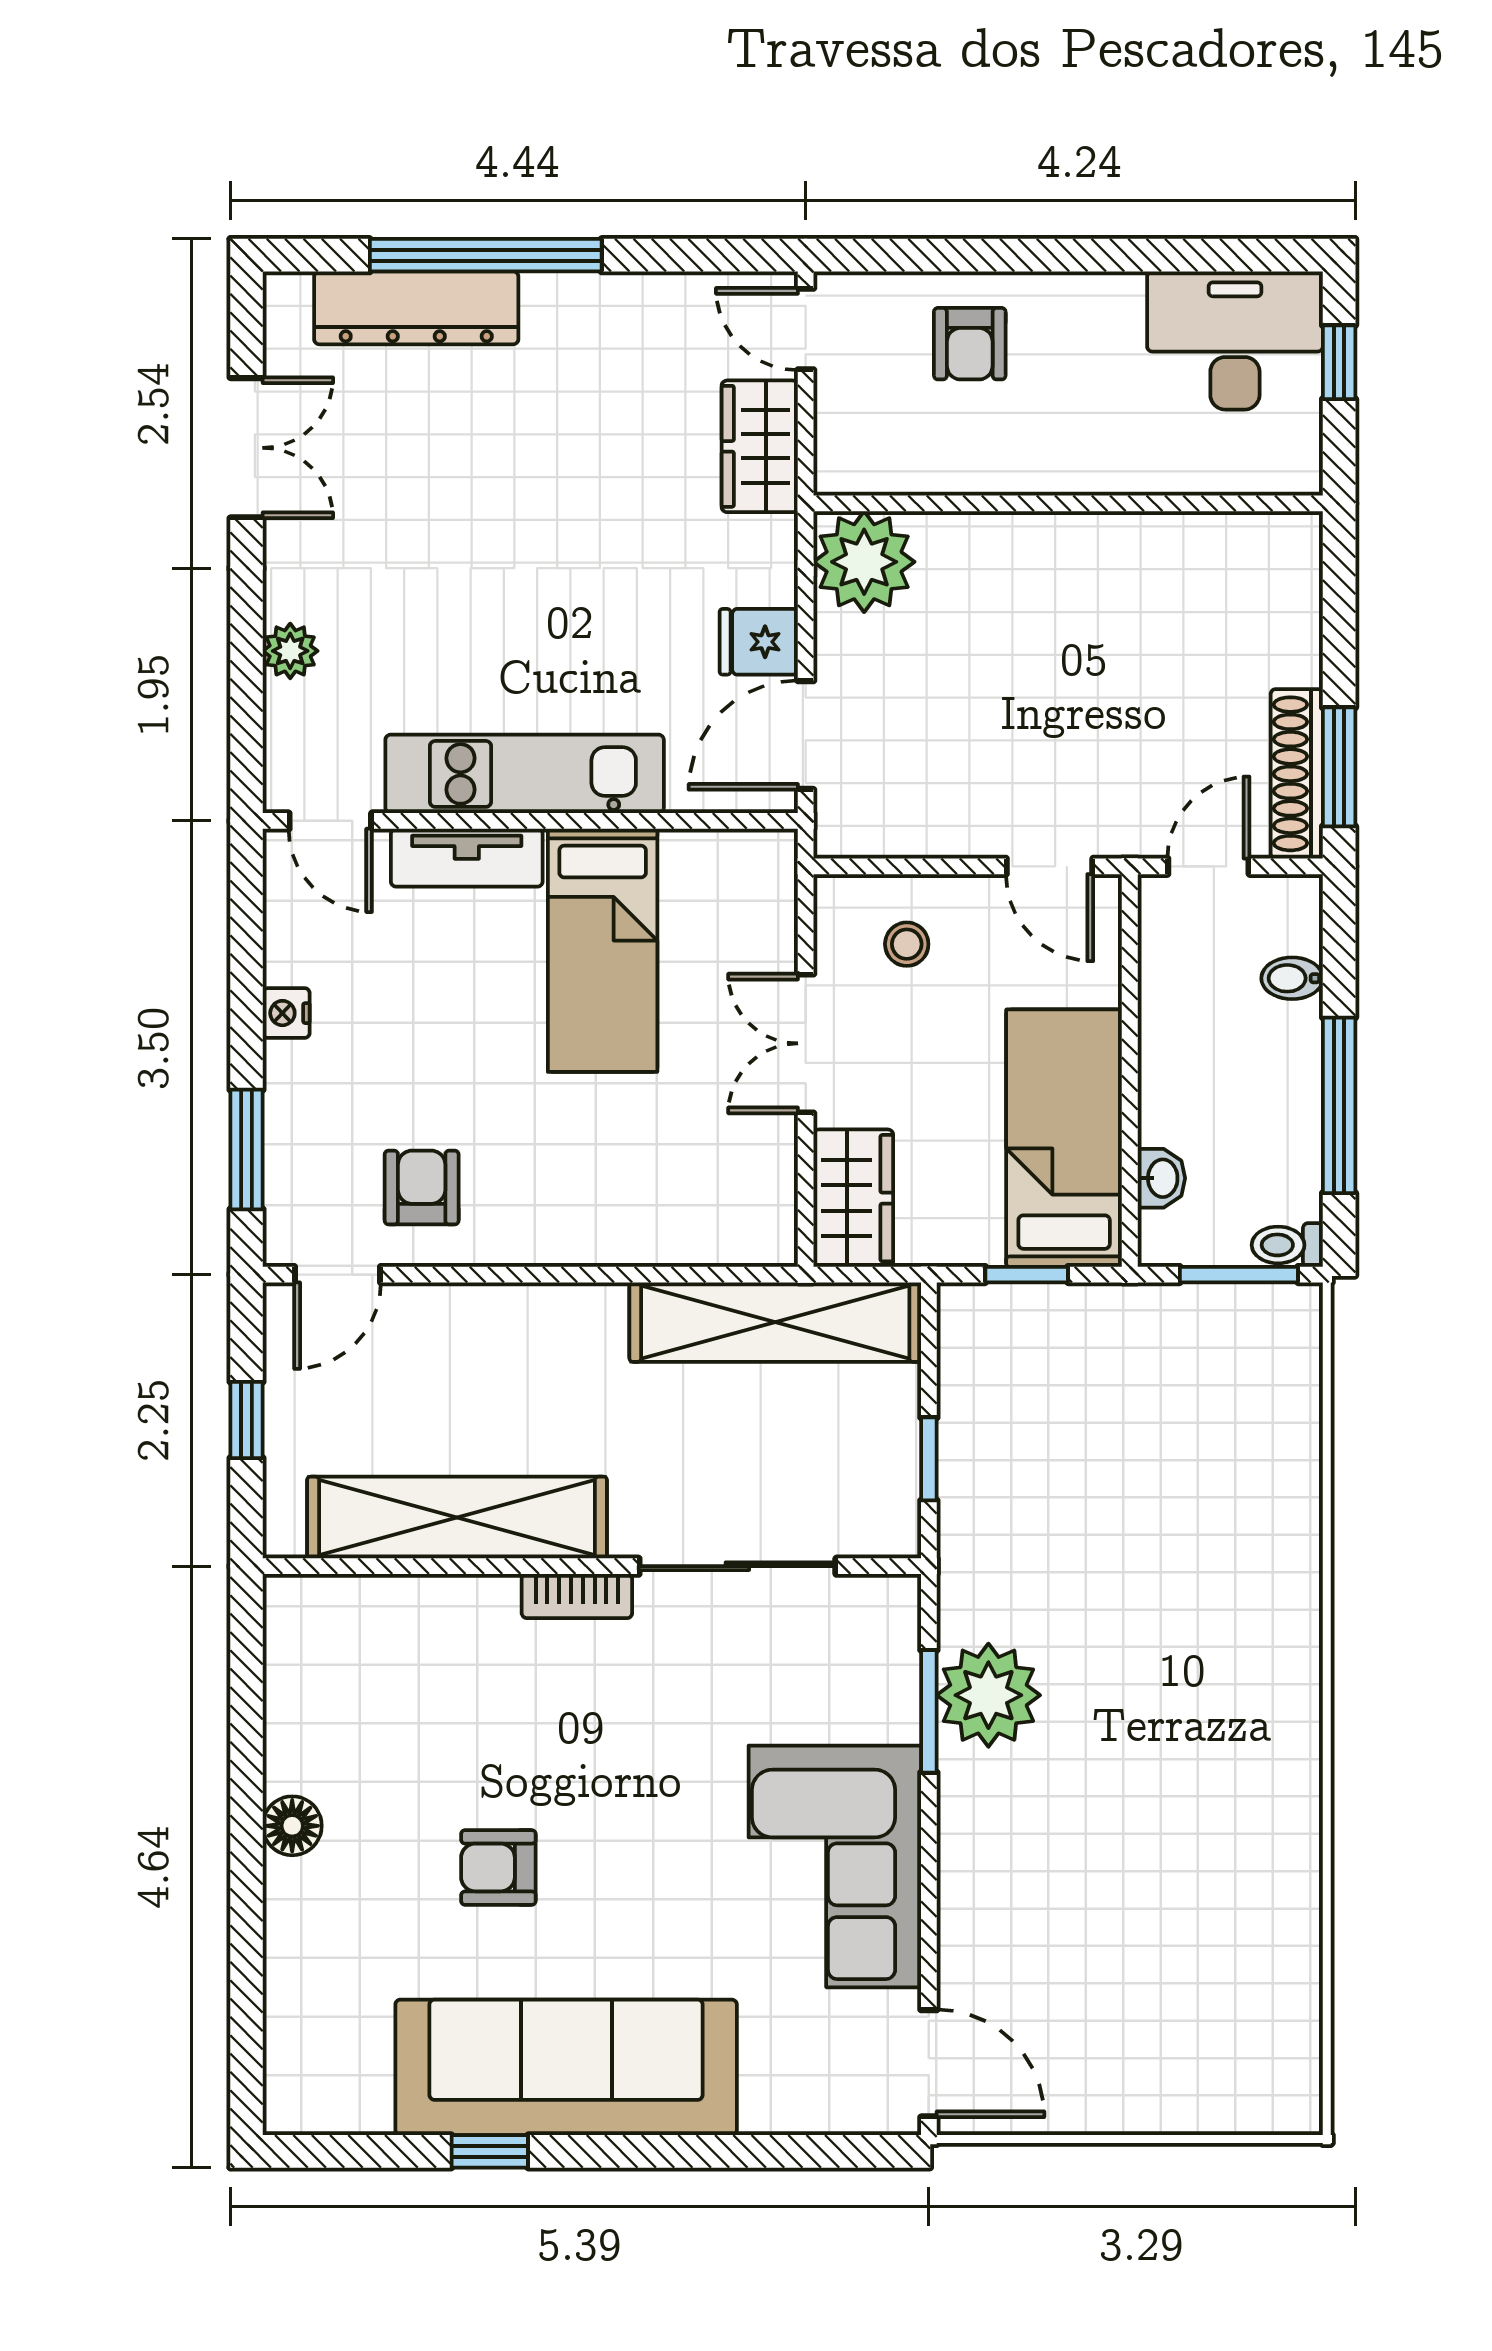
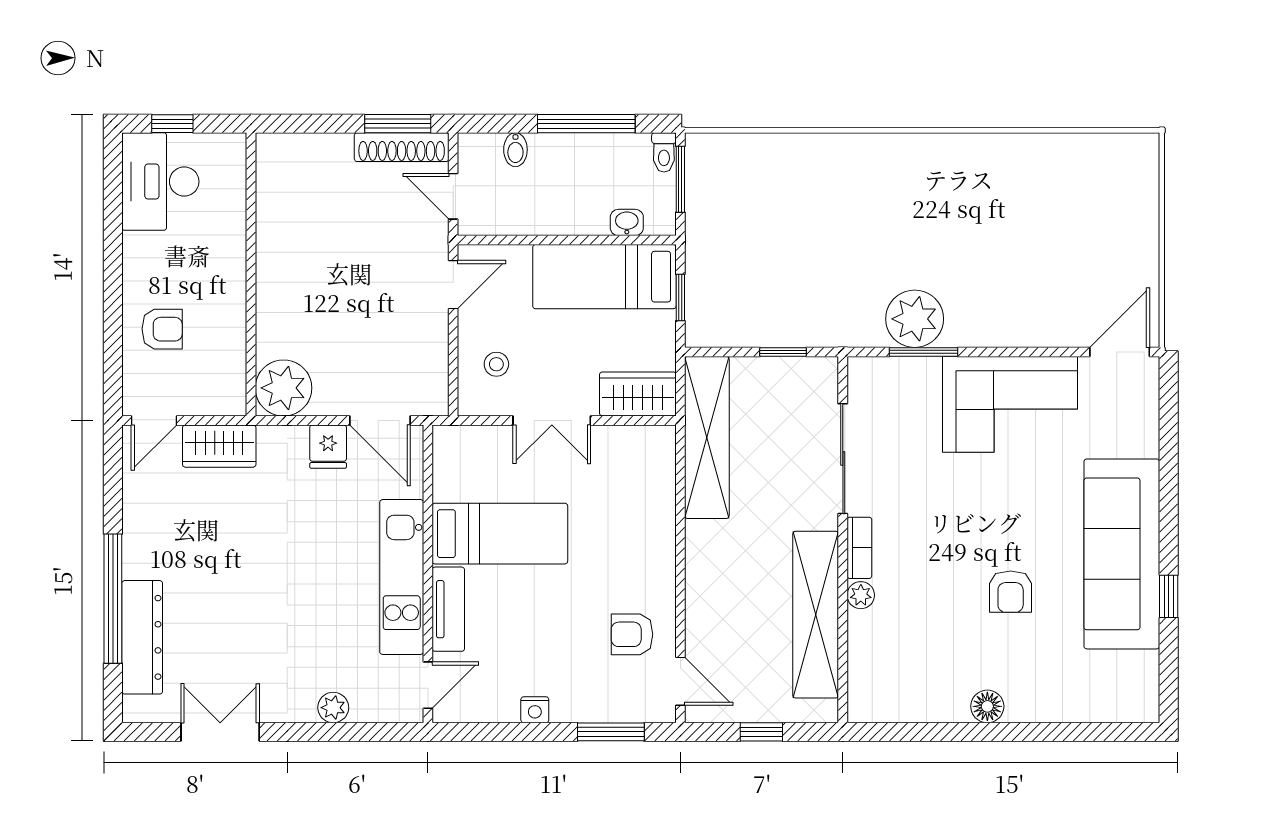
plant: (492, 1598) -> (861, 595), added

